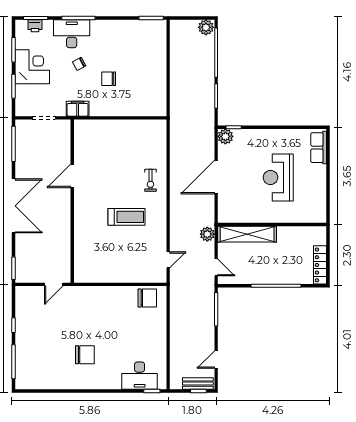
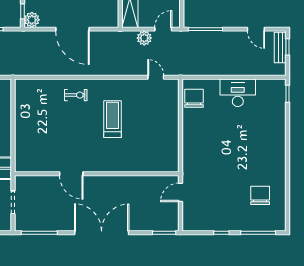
plant: (207, 234) -> (144, 38), moved
door: (54, 284) -> (180, 192), swing flipped
chair: (85, 355) -> (260, 195), moved
desk: (140, 376) -> (238, 93), moved, turned -90

